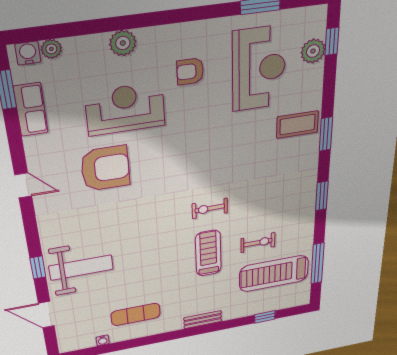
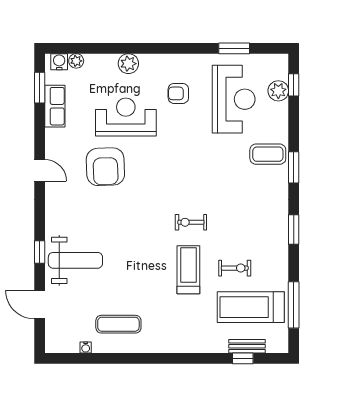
armchair: (105, 168) -> (105, 167), turned 88
bench: (203, 320) -> (247, 346), moved

